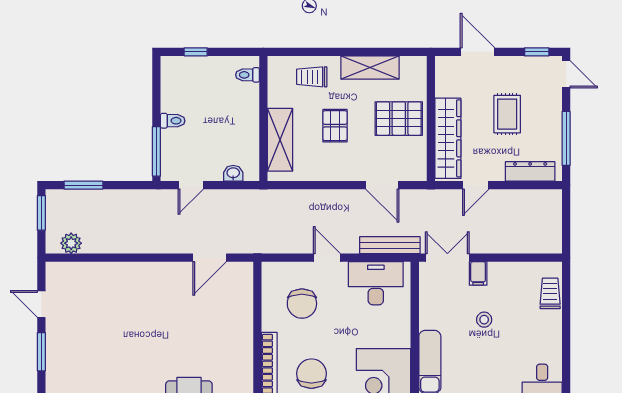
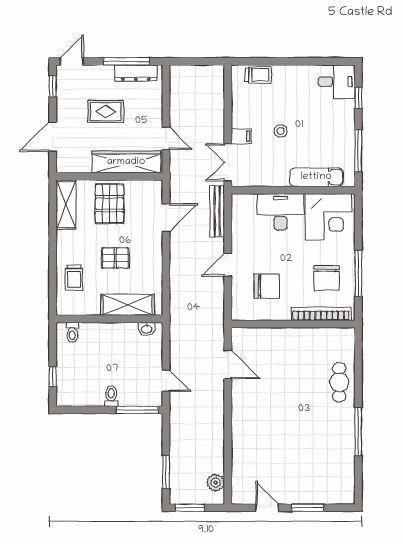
shelving: (370, 68) -> (66, 205), moved
dresser: (530, 171) -> (136, 73), moved, turned -90
washbasin: (233, 173) -> (147, 329), moved, turned -90
desk: (376, 283) -> (280, 212), moved, turned 90
trolley: (550, 293) -> (258, 75), turned 180
door: (41, 304) -> (267, 508), swing flipped
chair: (311, 374) -> (326, 278), turned -90

